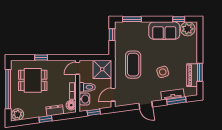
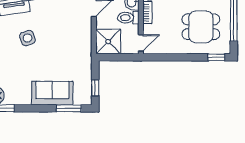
sofa: (164, 31) -> (52, 93), moved
window: (41, 58) -> (216, 57), moved
coffee table: (133, 65) -> (67, 48), removed

